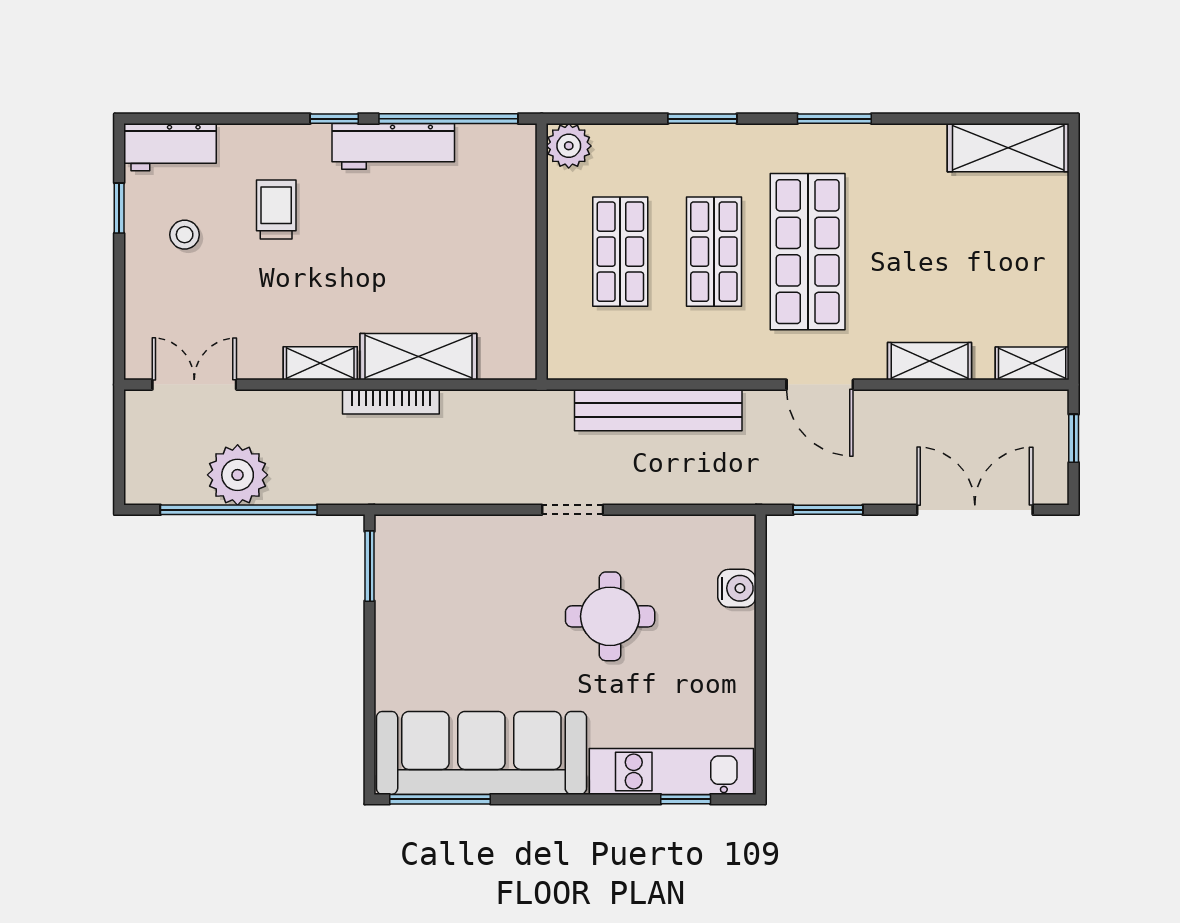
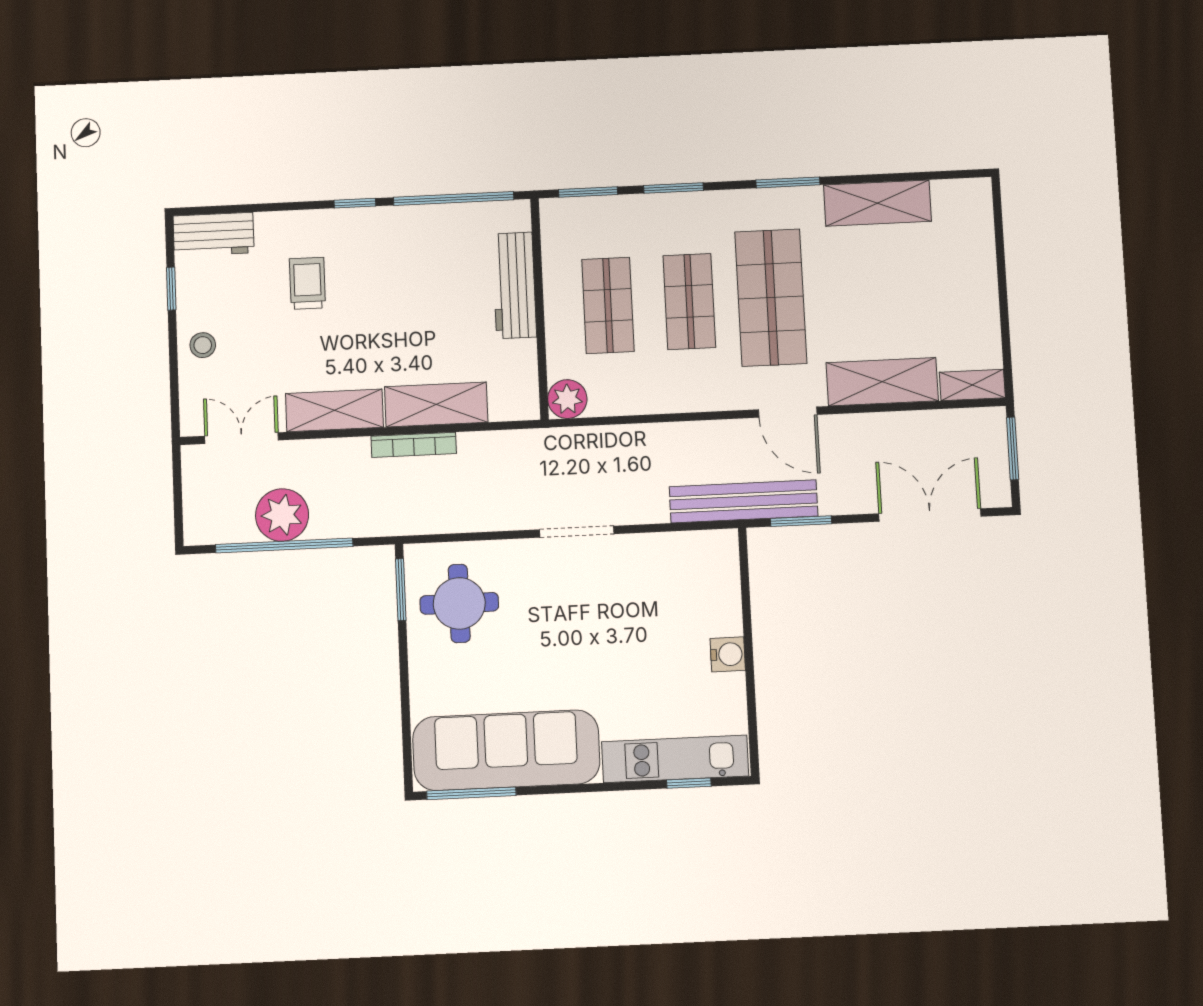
window: (604, 119) -> (588, 192), added
workbench: (393, 146) -> (514, 285), moved, turned 90
plant: (569, 146) -> (567, 399), moved
shelving: (1008, 148) -> (877, 203), moved
stool: (185, 235) -> (203, 345), moved
shelving: (930, 361) -> (882, 382), width x1.50, depth x1.33
shelving: (320, 363) -> (334, 410), width x1.50, depth x1.33
bench: (658, 410) -> (744, 501), moved
window: (1074, 438) -> (1013, 448), width x1.50
doorway: (573, 510) -> (577, 532), width x1.38
water cooler: (737, 588) -> (728, 654), moved
round table: (610, 616) -> (459, 603), moved

